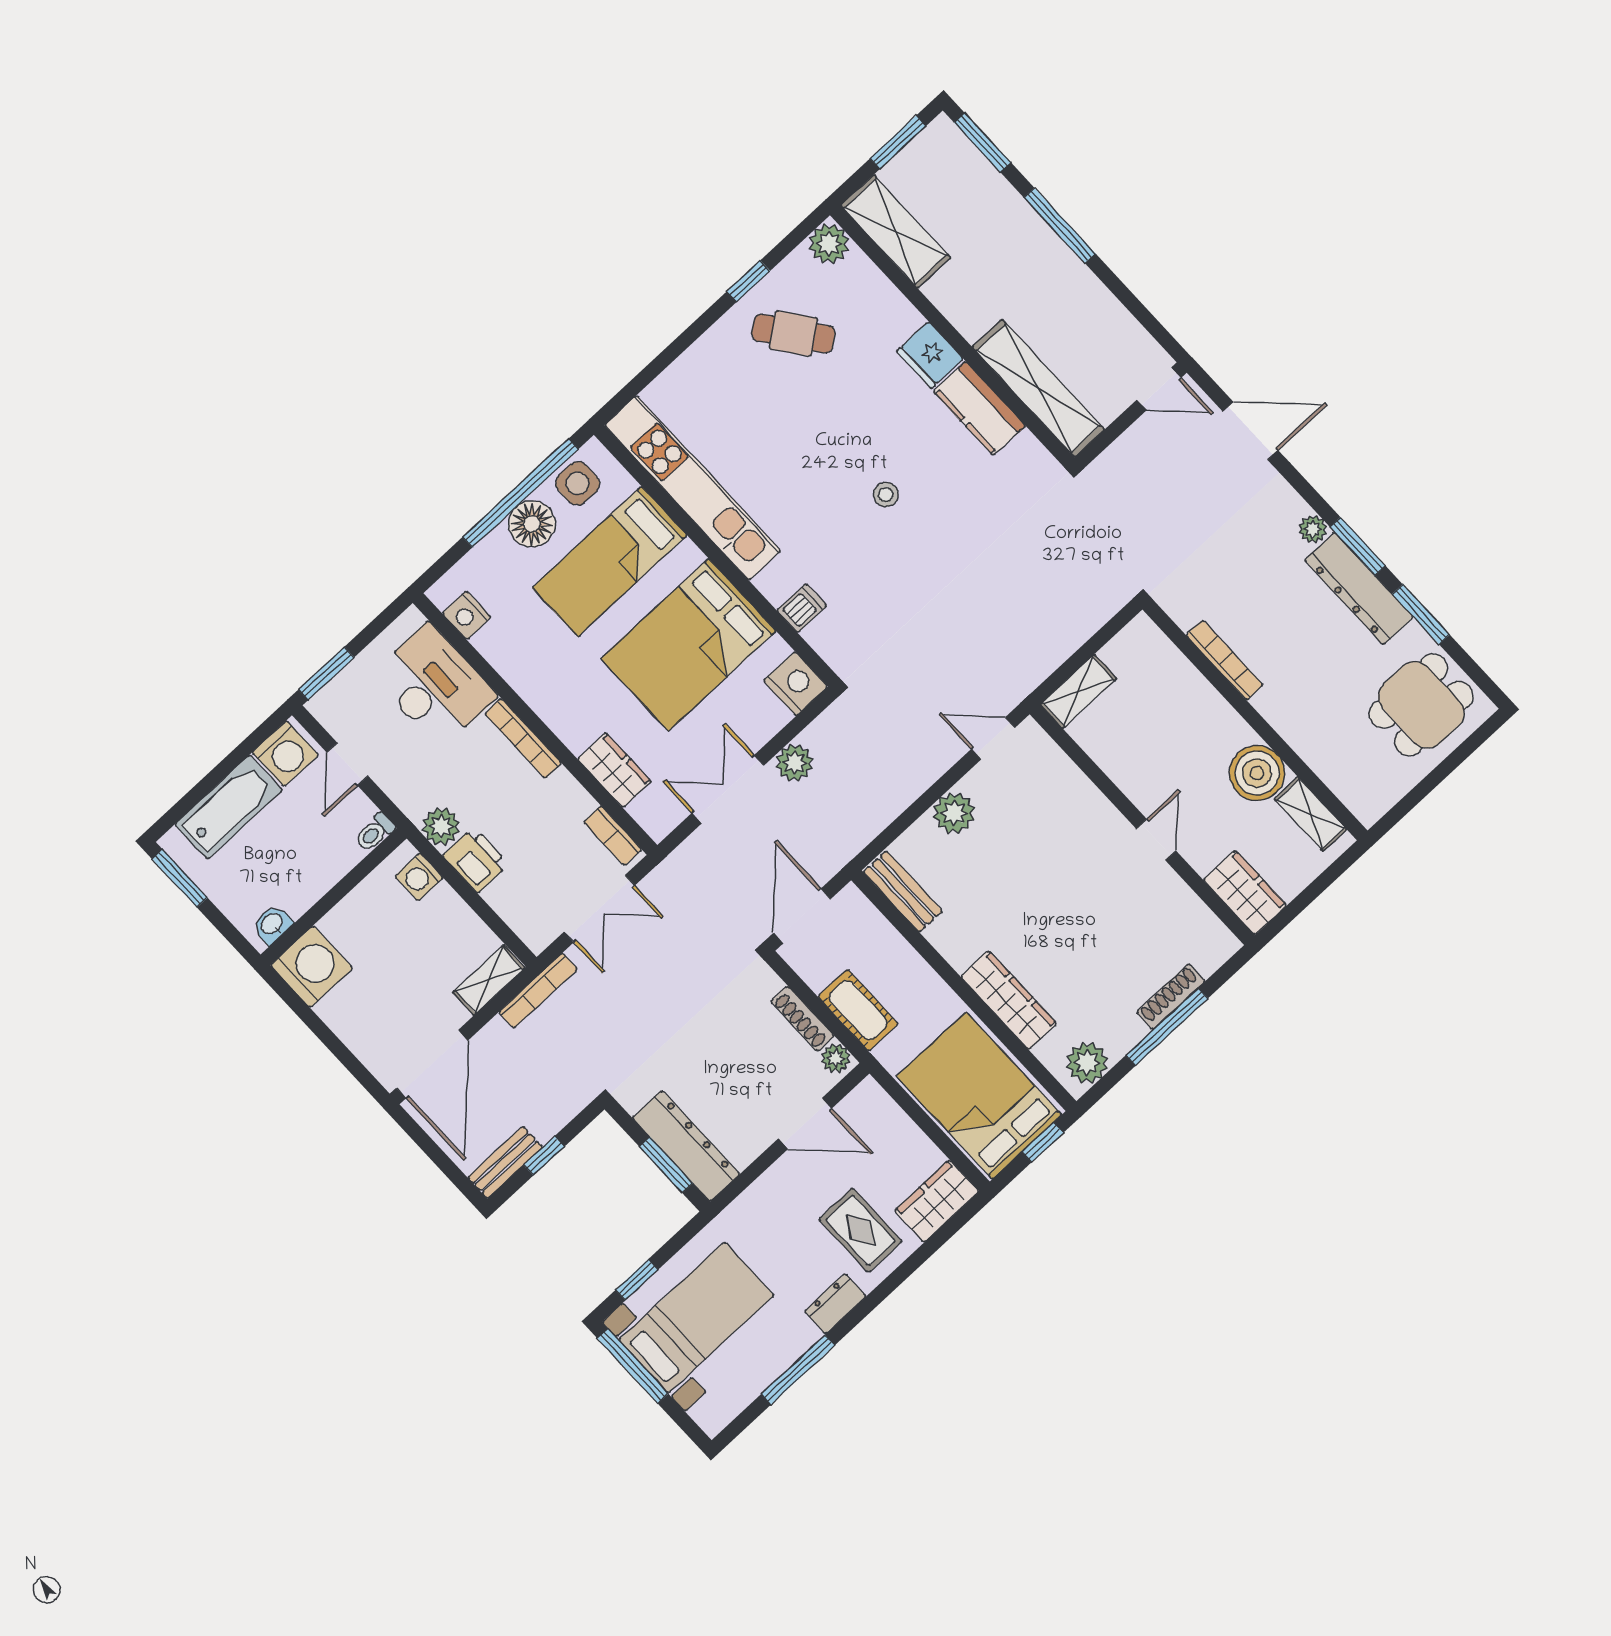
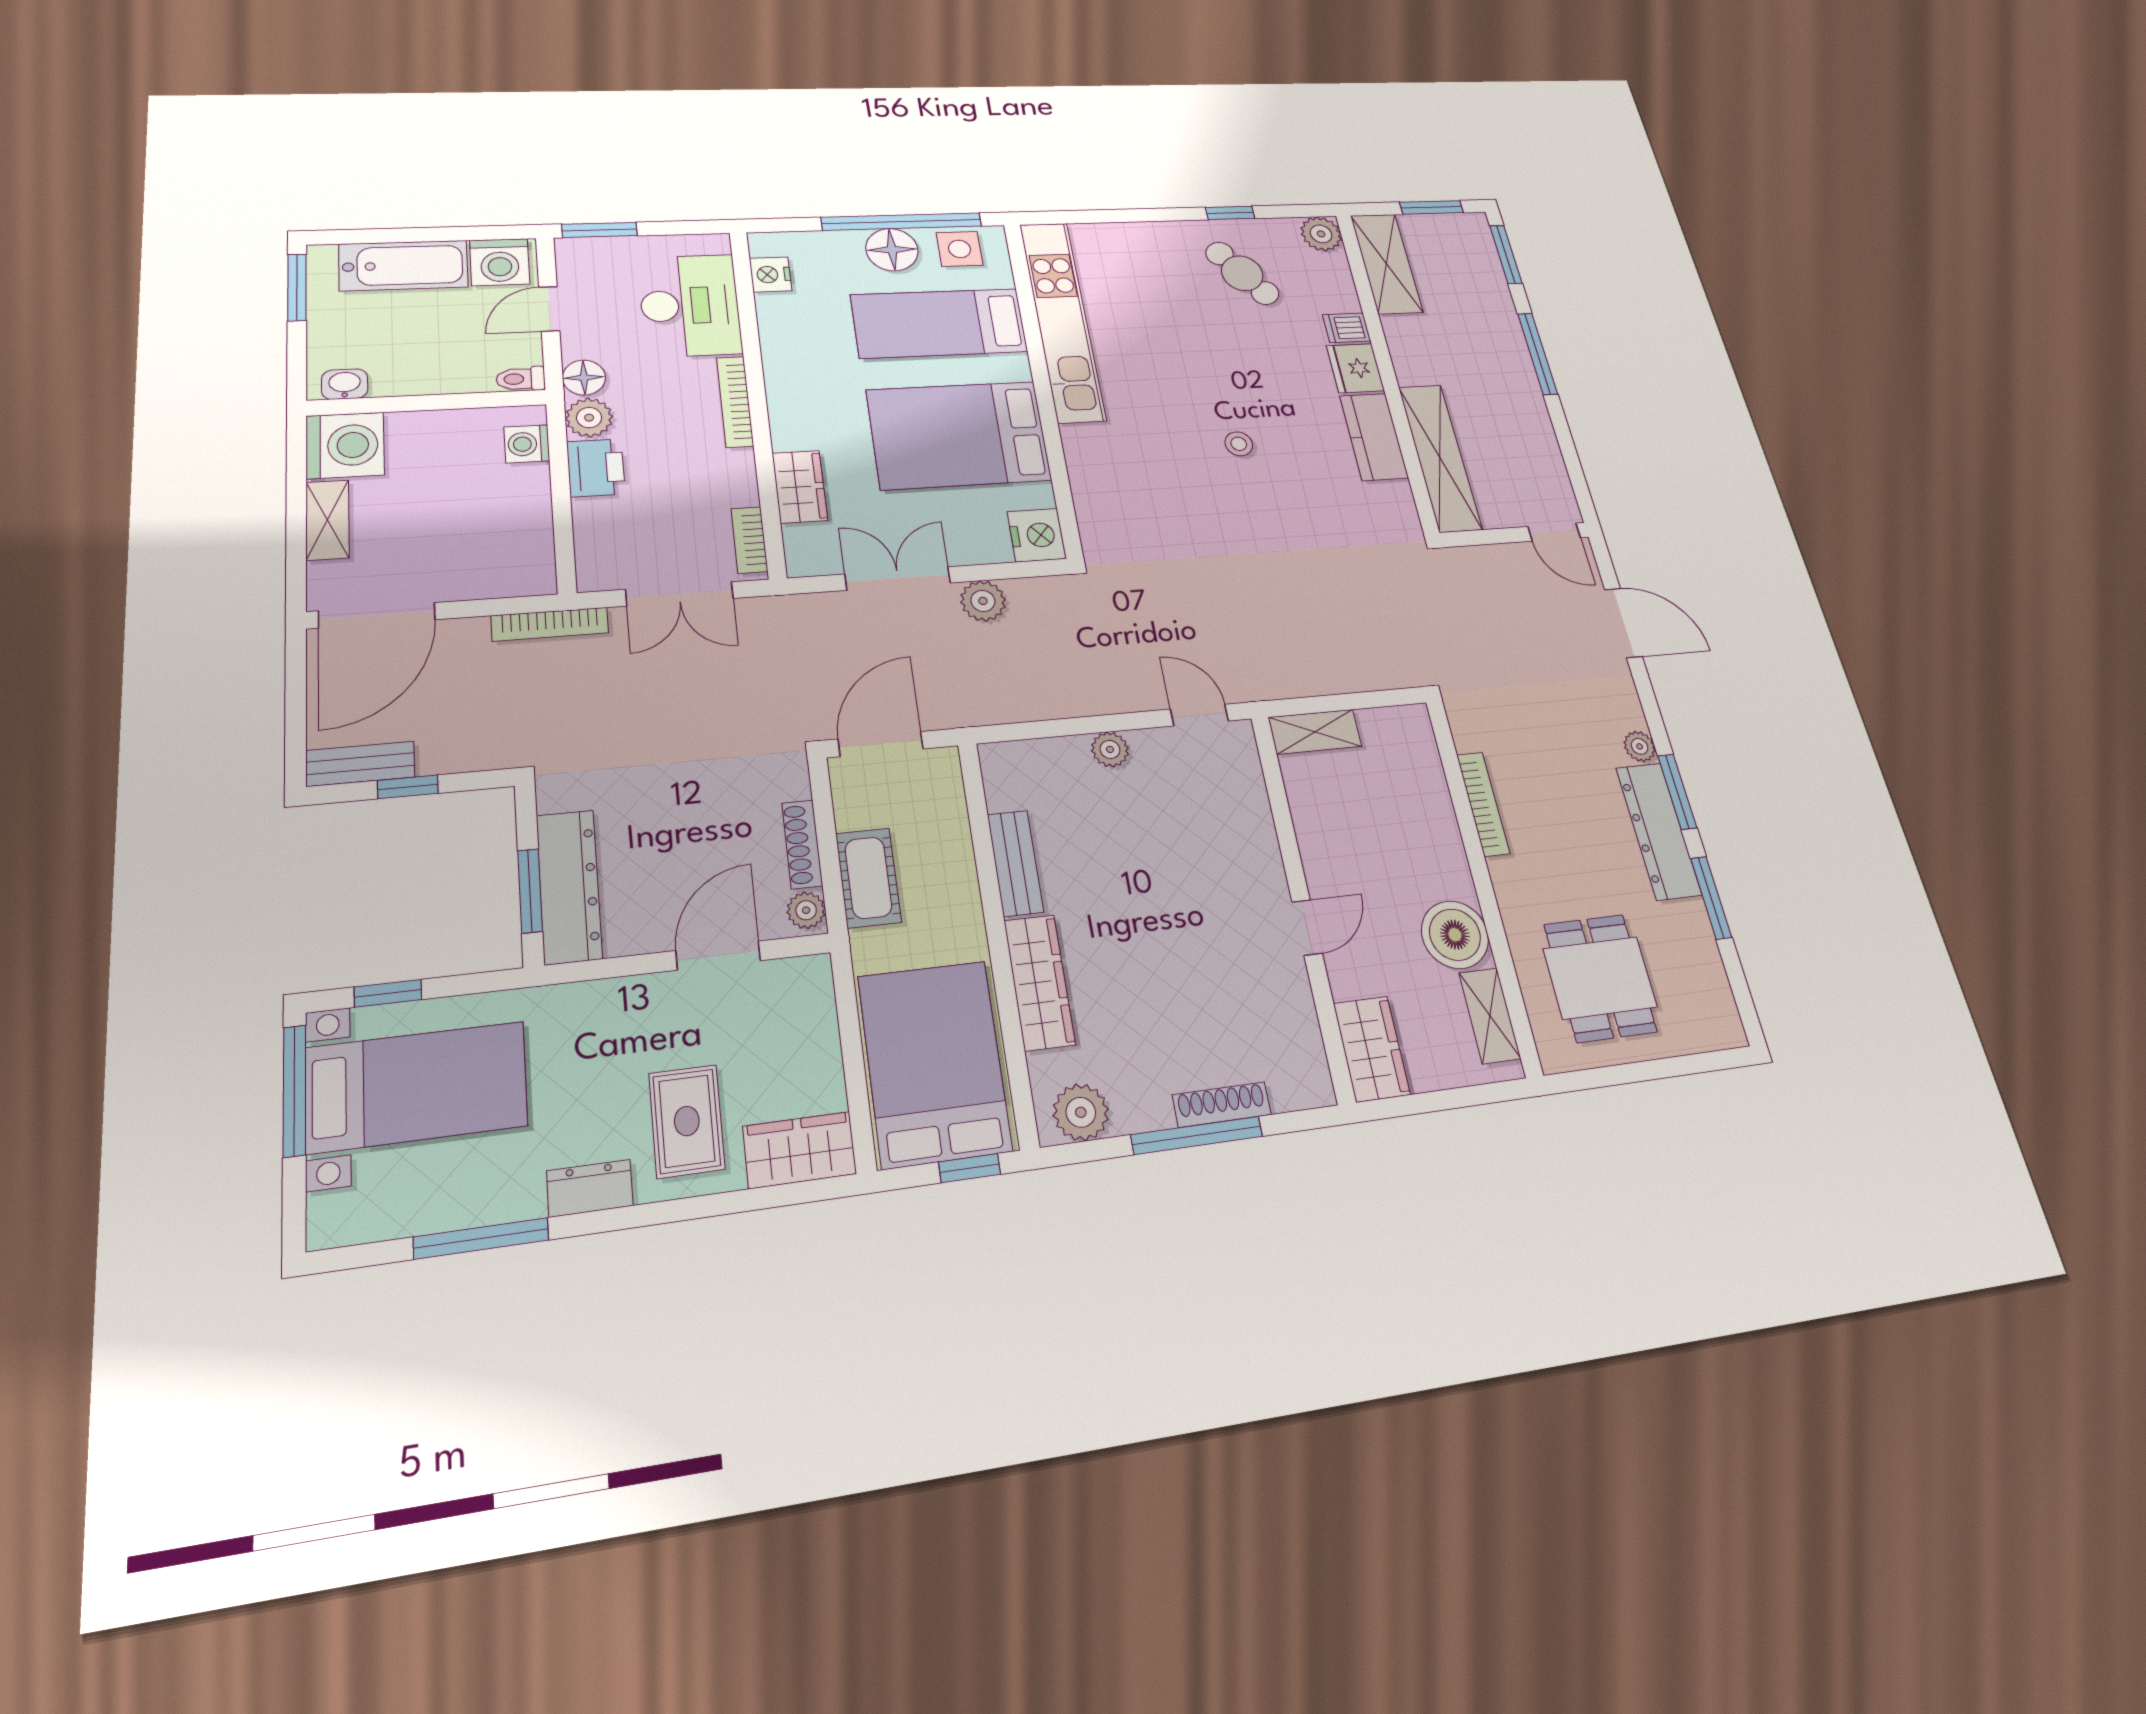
dishwasher: (802, 608) -> (1347, 328), moved, turned 180
dining table: (1421, 705) -> (1600, 978), moved, turned 90
floor lamp: (413, 799) -> (584, 378), added
plant: (954, 813) -> (1110, 749), width x0.73, depth x0.73
bench: (903, 891) -> (1015, 863), moved
shelving: (489, 980) -> (327, 520), moved, turned 90
door: (805, 1124) -> (718, 956), swing flipped

